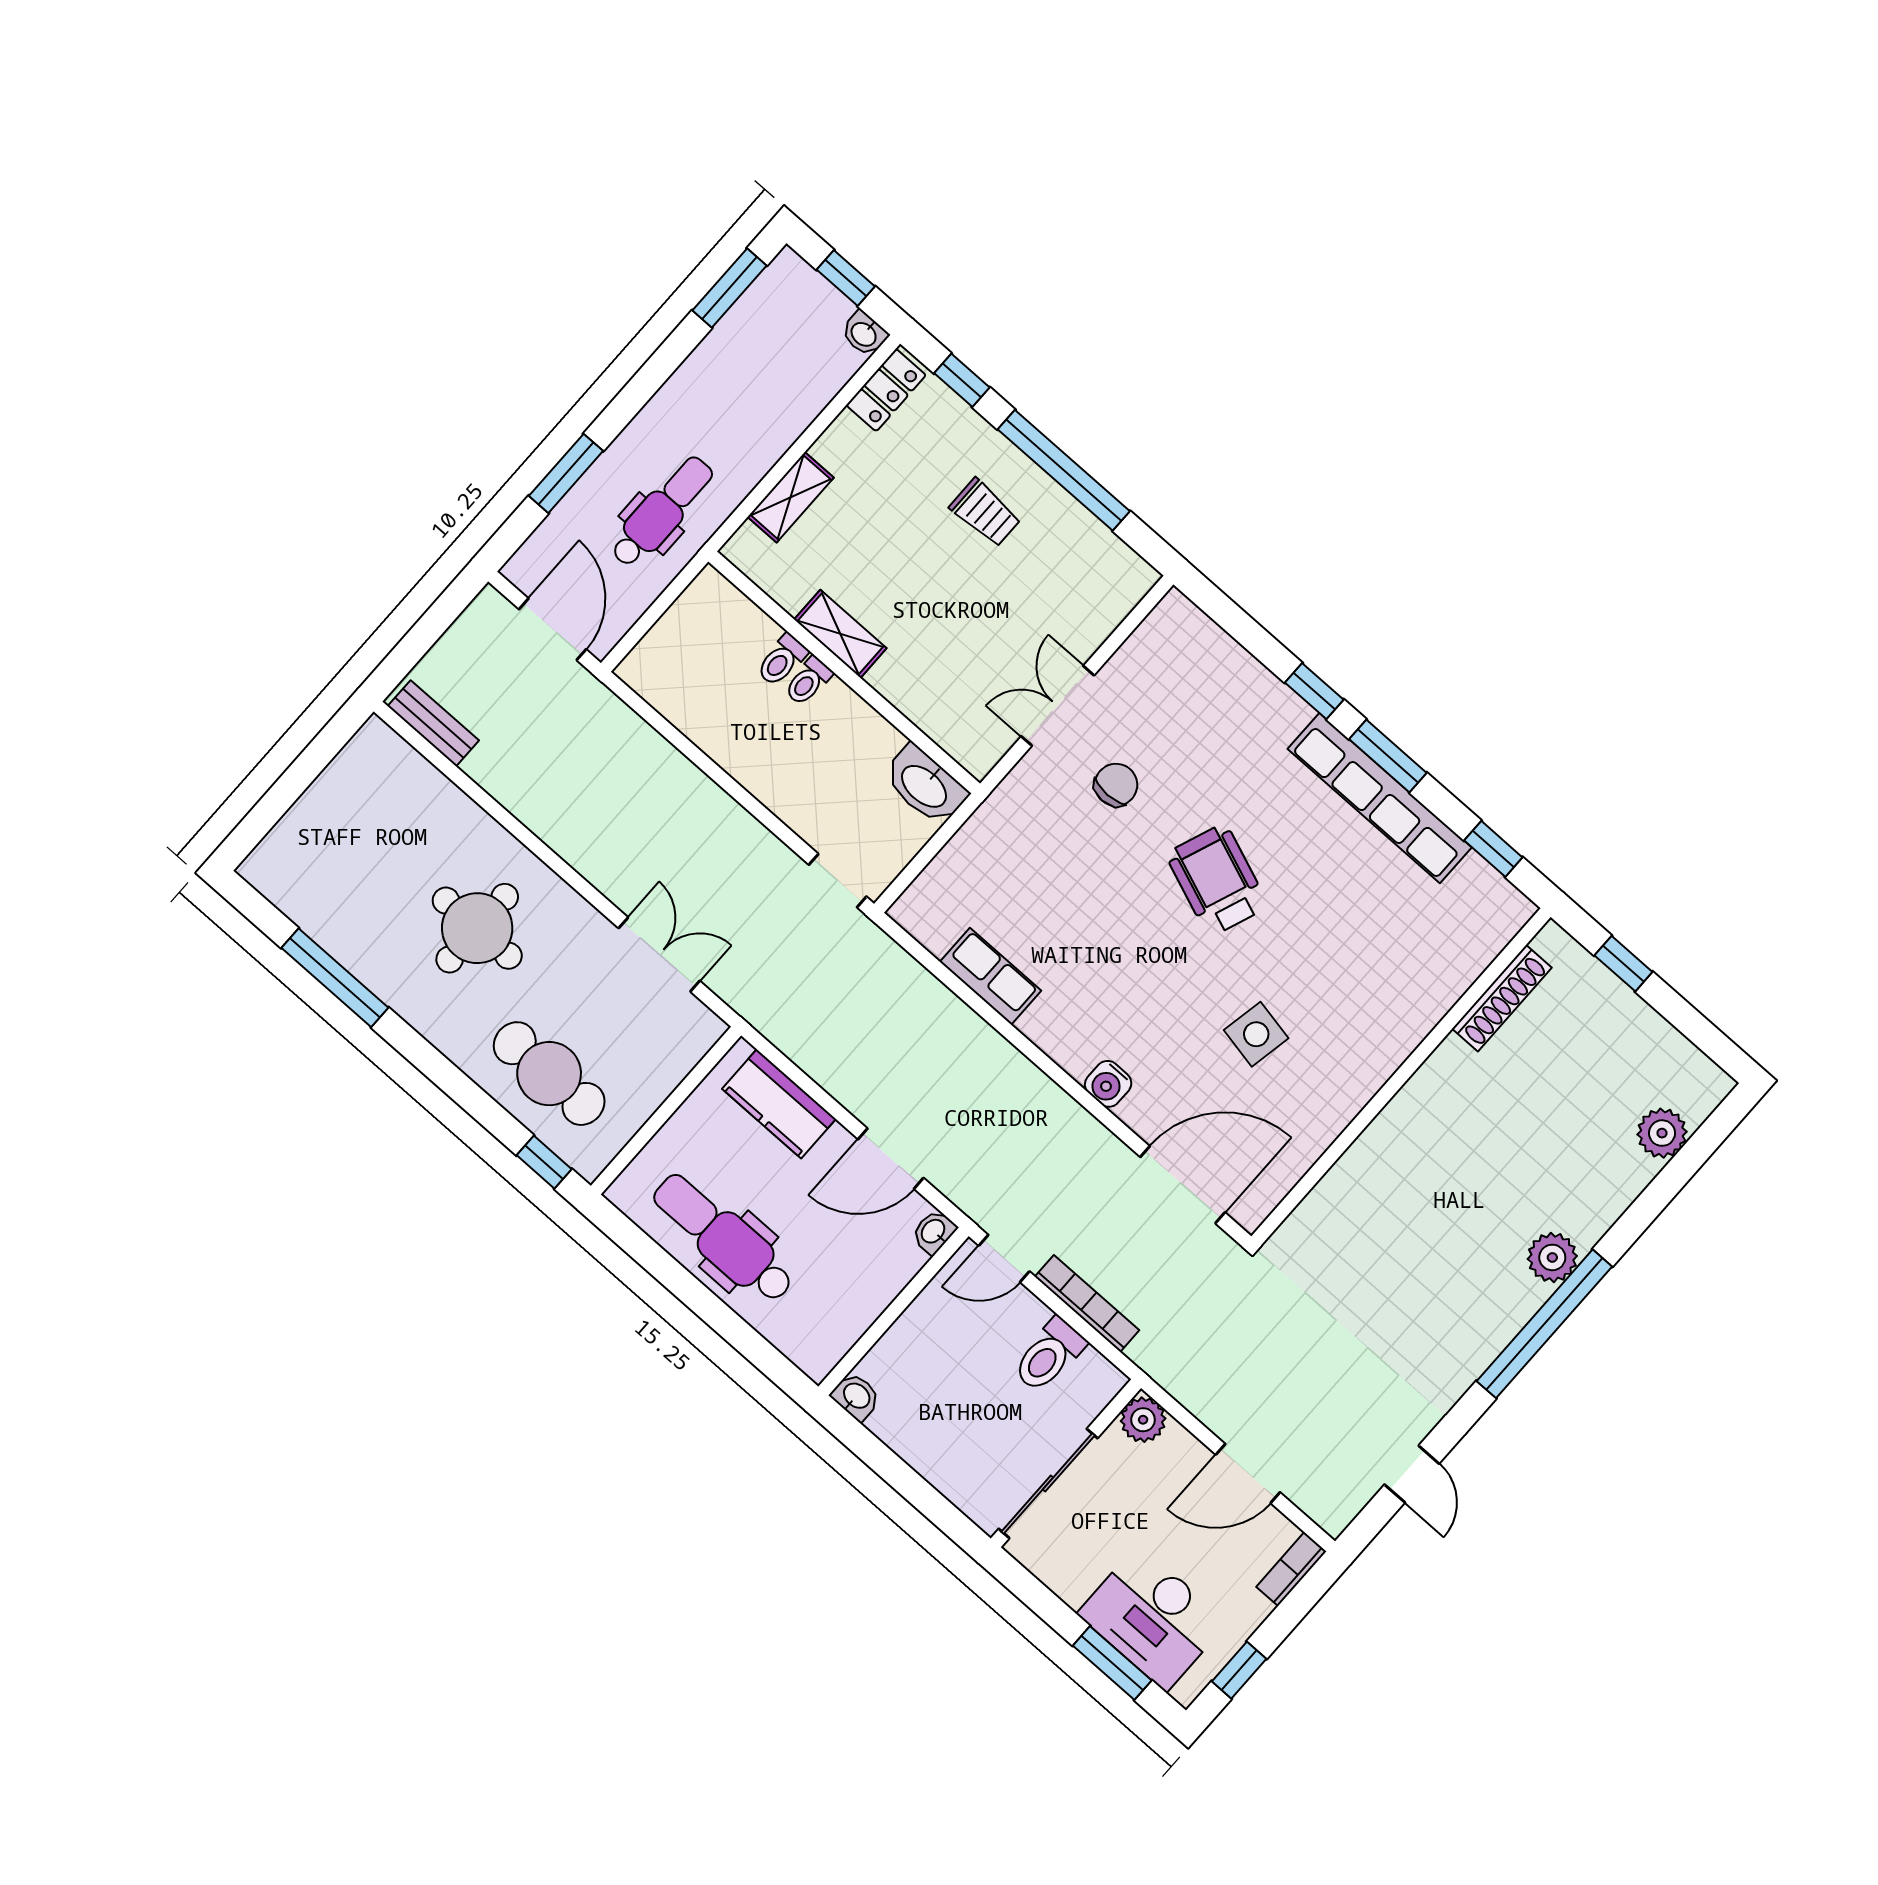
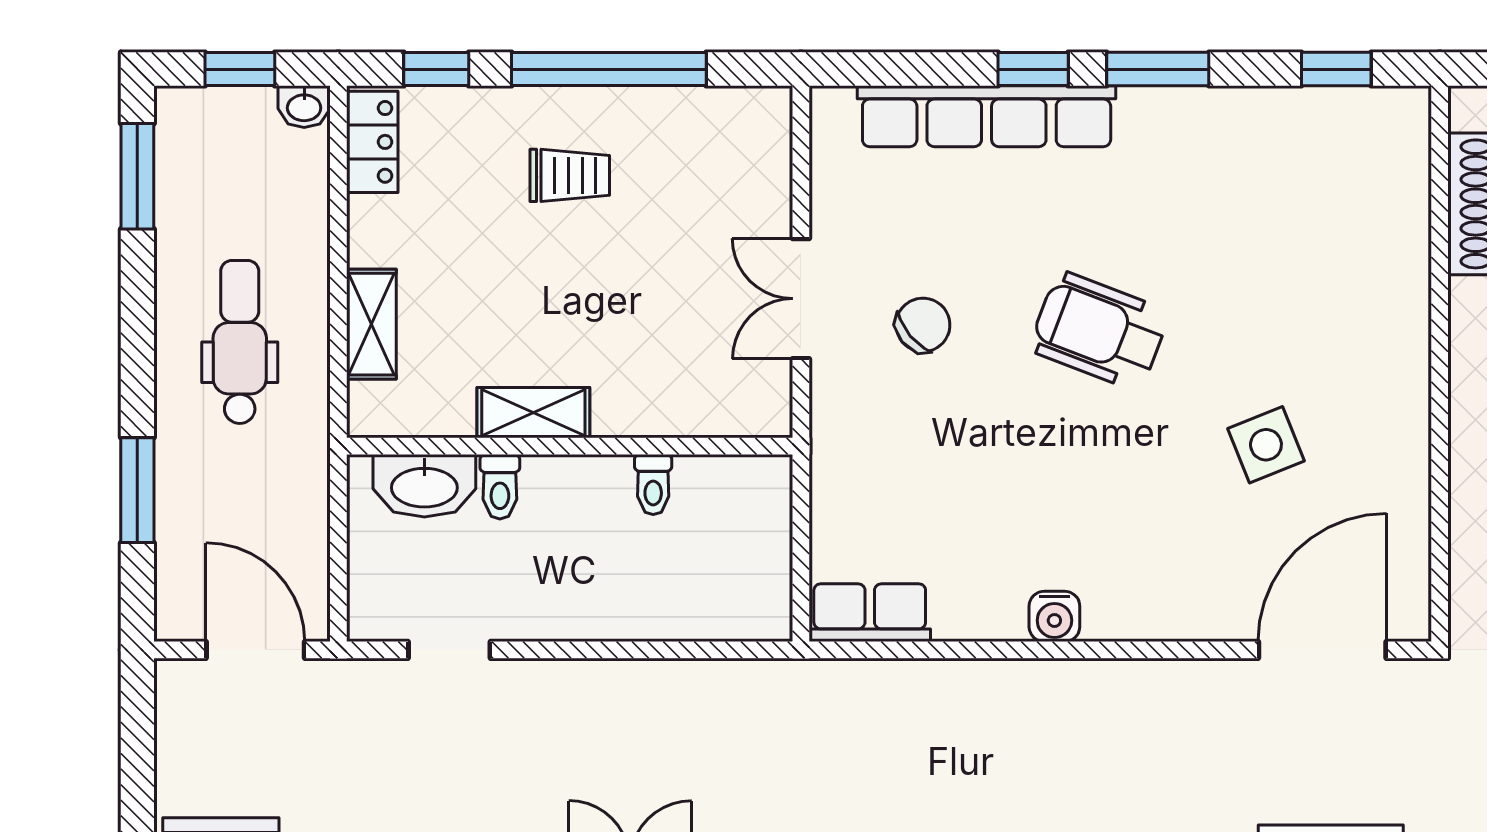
dental chair: (662, 512) -> (240, 342), moved
toilet: (808, 681) -> (653, 485), moved
washbasin: (925, 785) -> (424, 486), moved
chair: (1116, 785) -> (923, 325), turned 50
row of seats: (1380, 798) -> (987, 116), moved
doorway: (838, 881) -> (449, 650), moved
row of seats: (991, 976) -> (870, 613), moved
side table: (1256, 1034) -> (1266, 445), turned -33
water cooler: (1108, 1084) -> (1054, 616), moved

